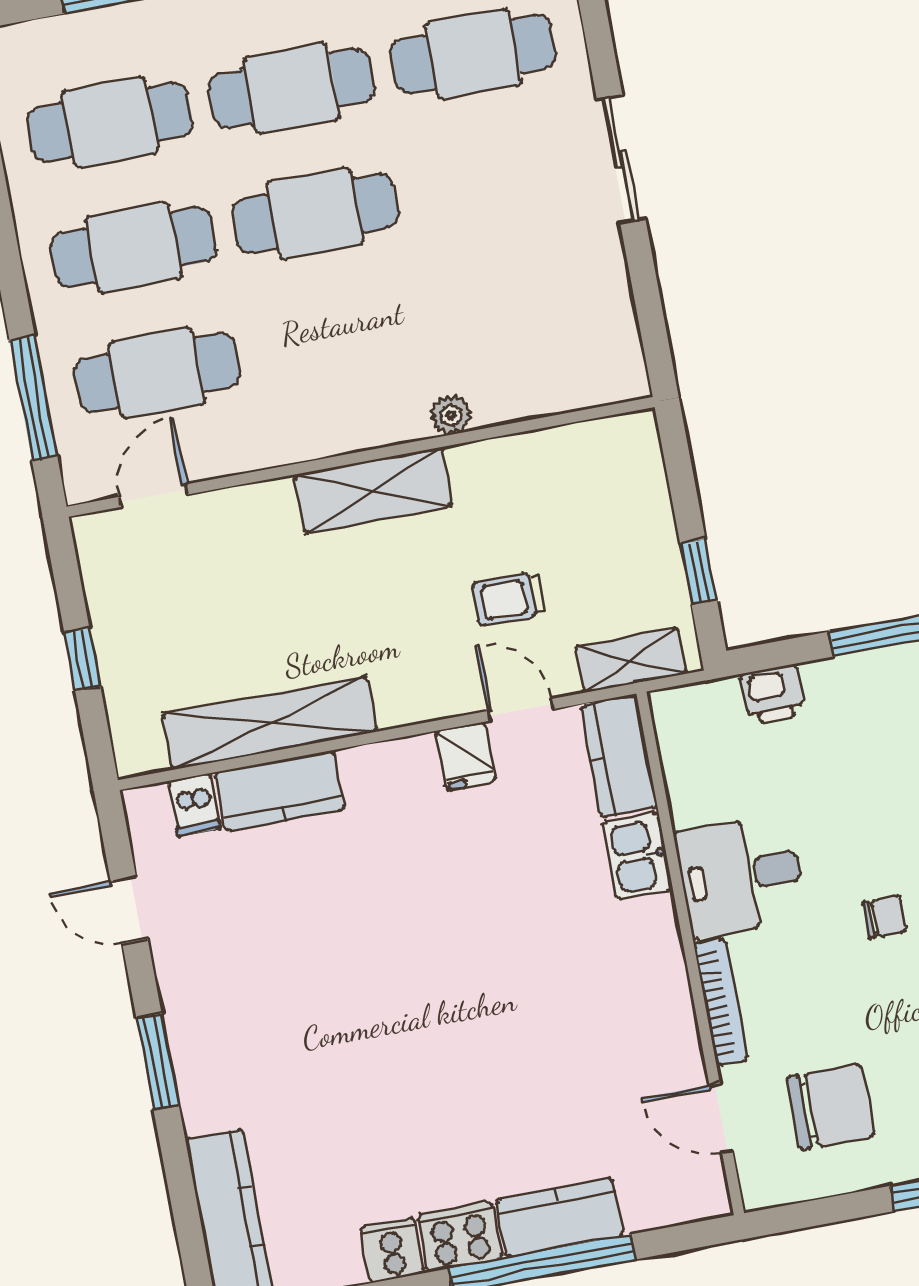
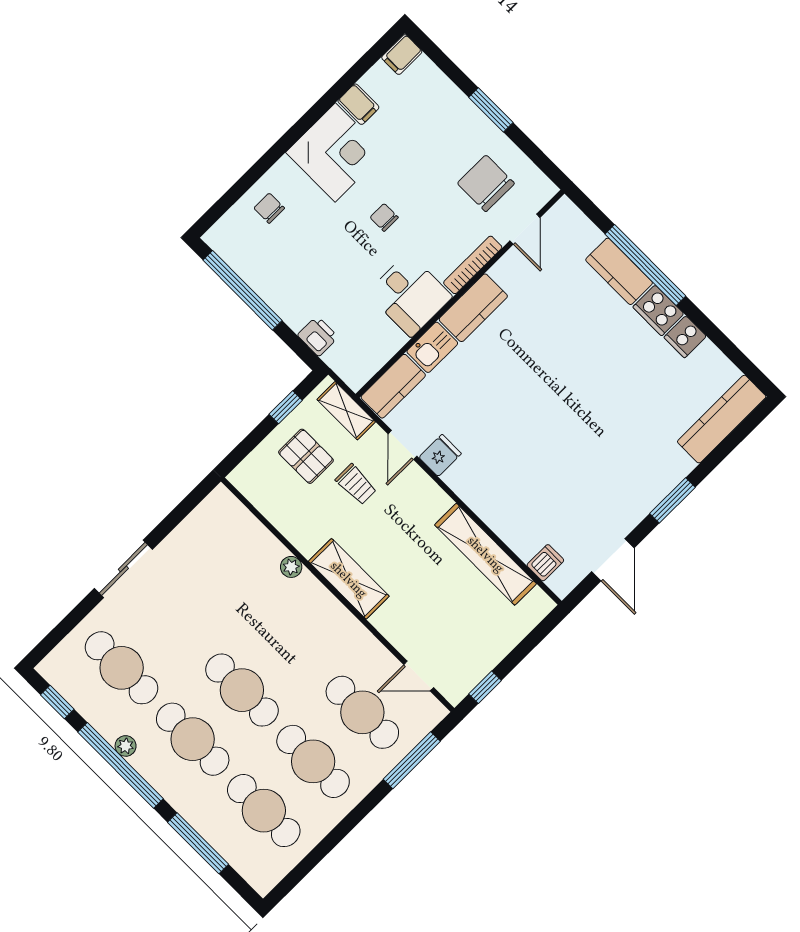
pallet: (603, 552) -> (306, 456), added
window: (82, 659) -> (485, 687), moved
kitchen counter: (280, 791) -> (473, 308), moved, turned 90
door: (129, 910) -> (613, 560), width x1.38

